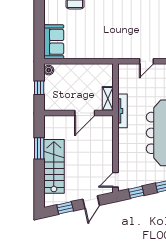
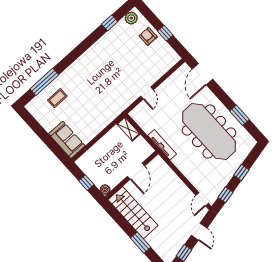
boiler: (49, 70) -> (105, 190), moved
shelving: (108, 99) -> (128, 129), moved
window: (39, 148) -> (141, 243), moved
stairs: (54, 166) -> (133, 213), moved

